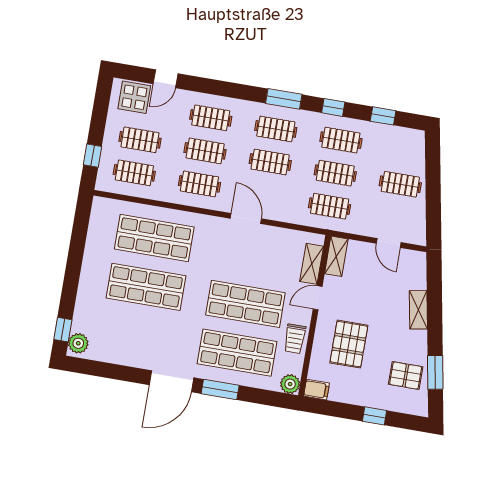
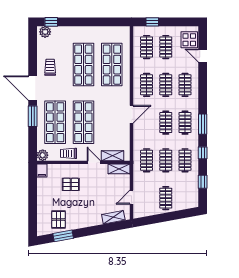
shelving: (418, 310) -> (113, 217), moved
pallet: (349, 344) -> (71, 184), width x0.67, depth x0.71
trolley: (141, 345) -> (50, 67), added
window: (375, 416) -> (33, 206), removed

